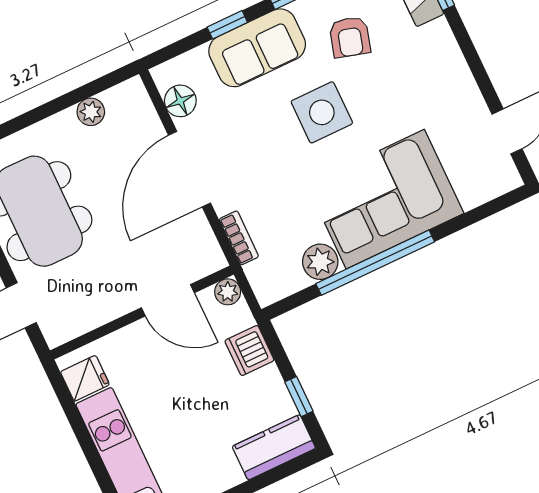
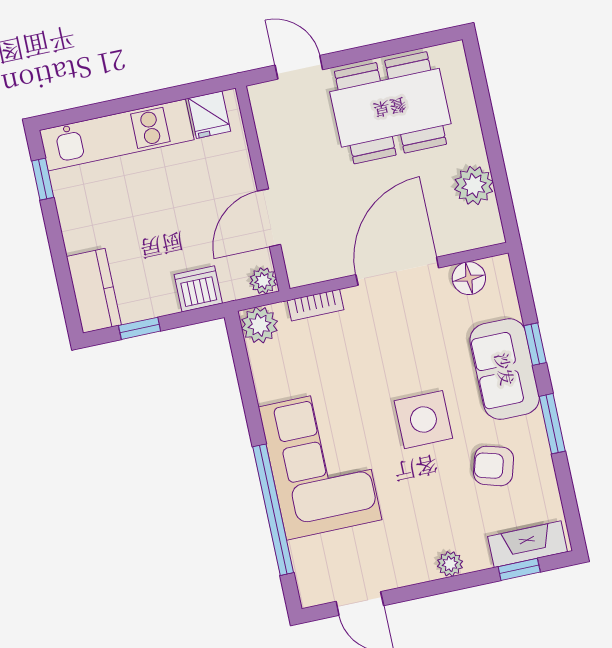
plant: (450, 56) -> (450, 564), added
plant: (91, 112) -> (474, 186), width x1.38, depth x1.38
door: (190, 169) -> (397, 271), hinge flipped
plant: (320, 262) -> (259, 325), moved
window: (375, 263) -> (273, 510), moved

